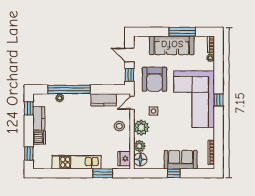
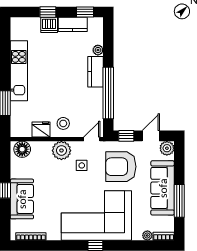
window: (69, 89) -> (108, 93), moved
kitchen counter: (104, 100) -> (95, 72), moved
door: (132, 103) -> (92, 139), hinge flipped
plant: (139, 146) -> (167, 148), moved
window: (29, 154) -> (48, 12), moved
fridge: (124, 159) -> (41, 129), moved

